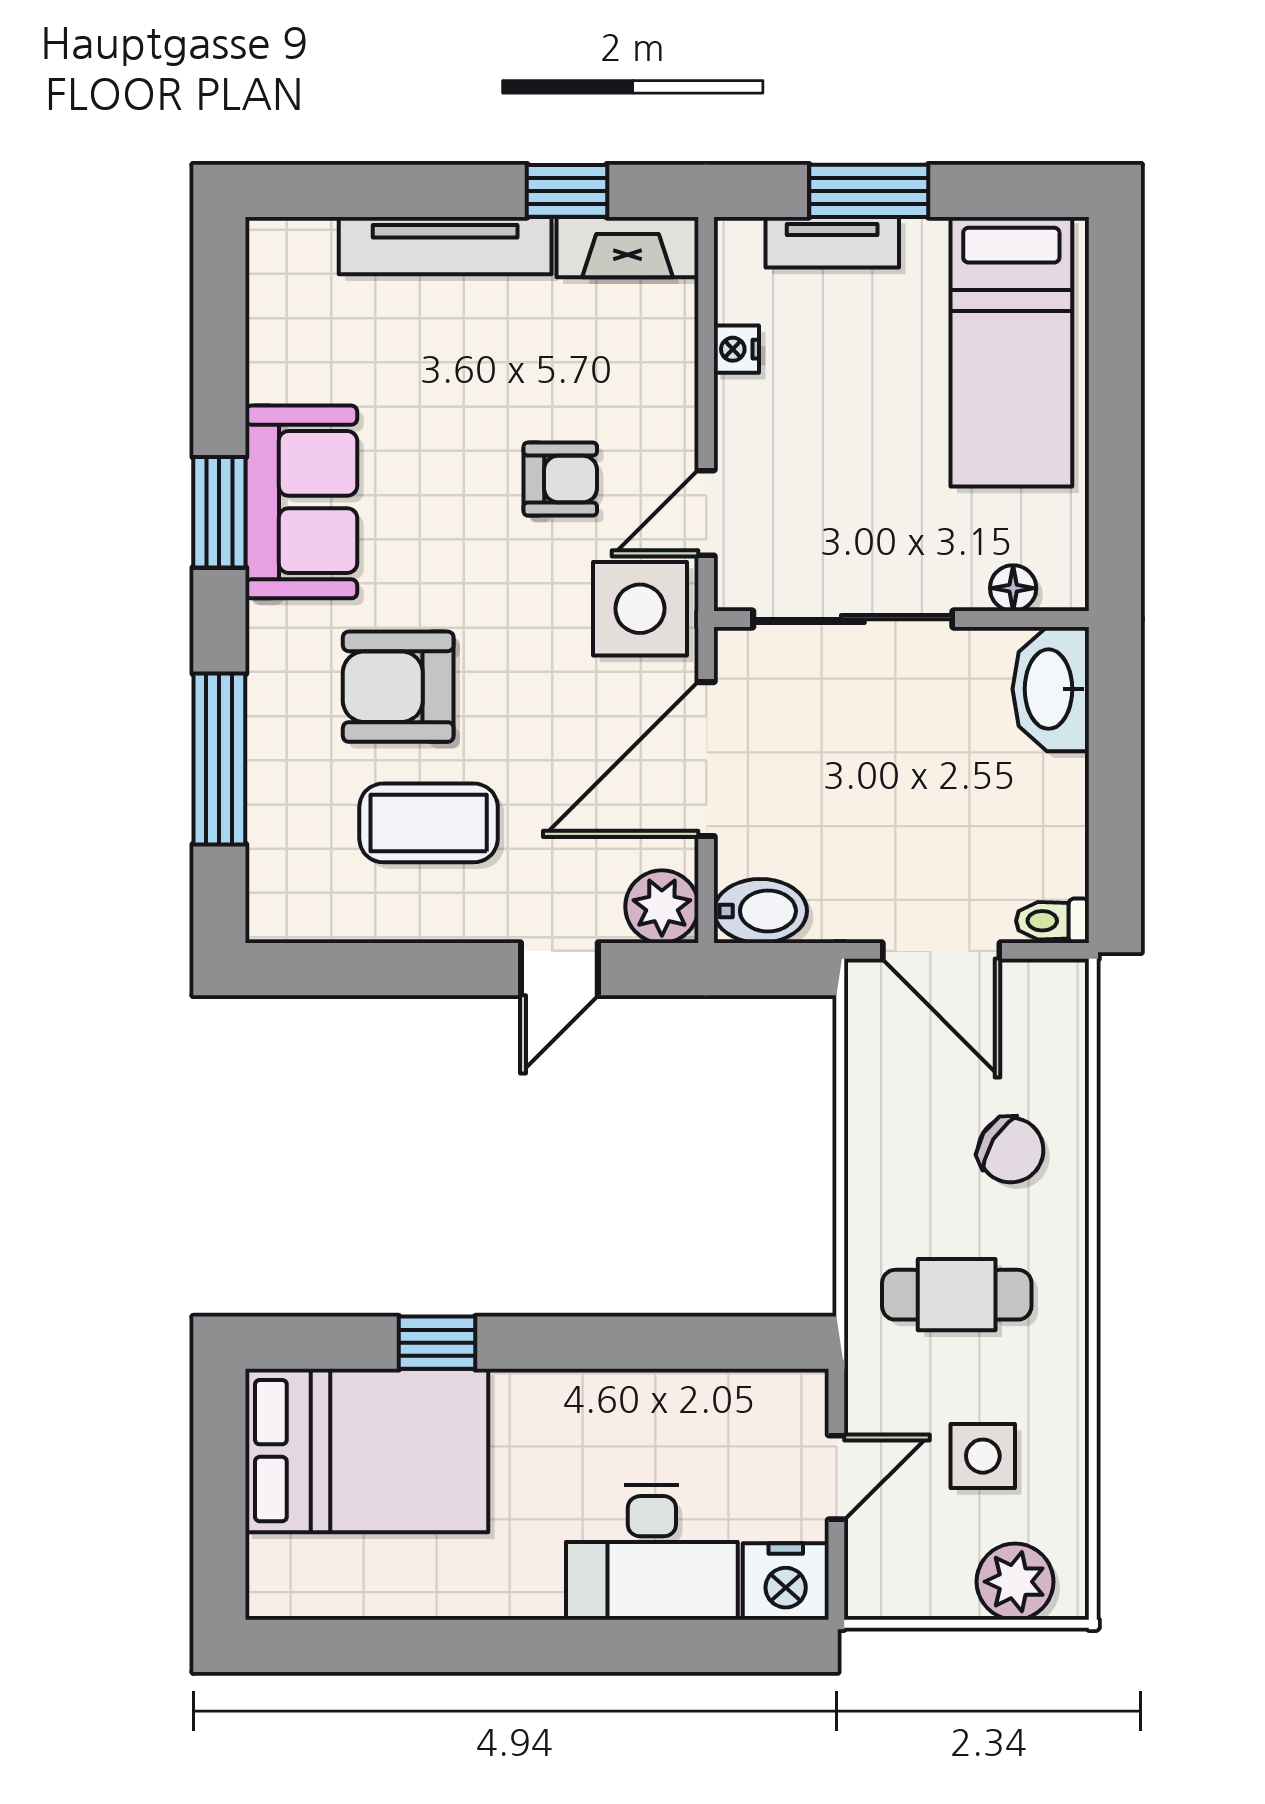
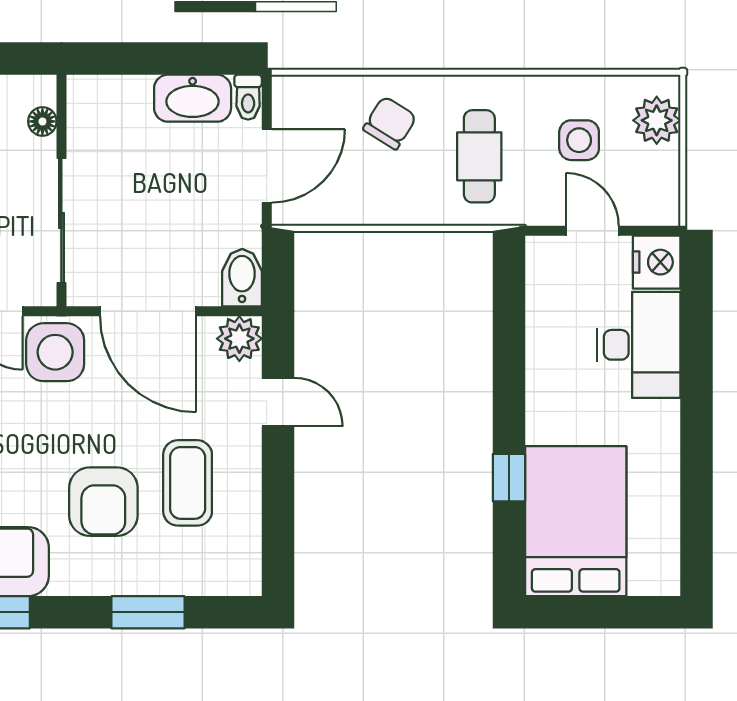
washbasin: (1051, 689) -> (193, 98), moved
window: (219, 759) -> (148, 612), width x0.69

